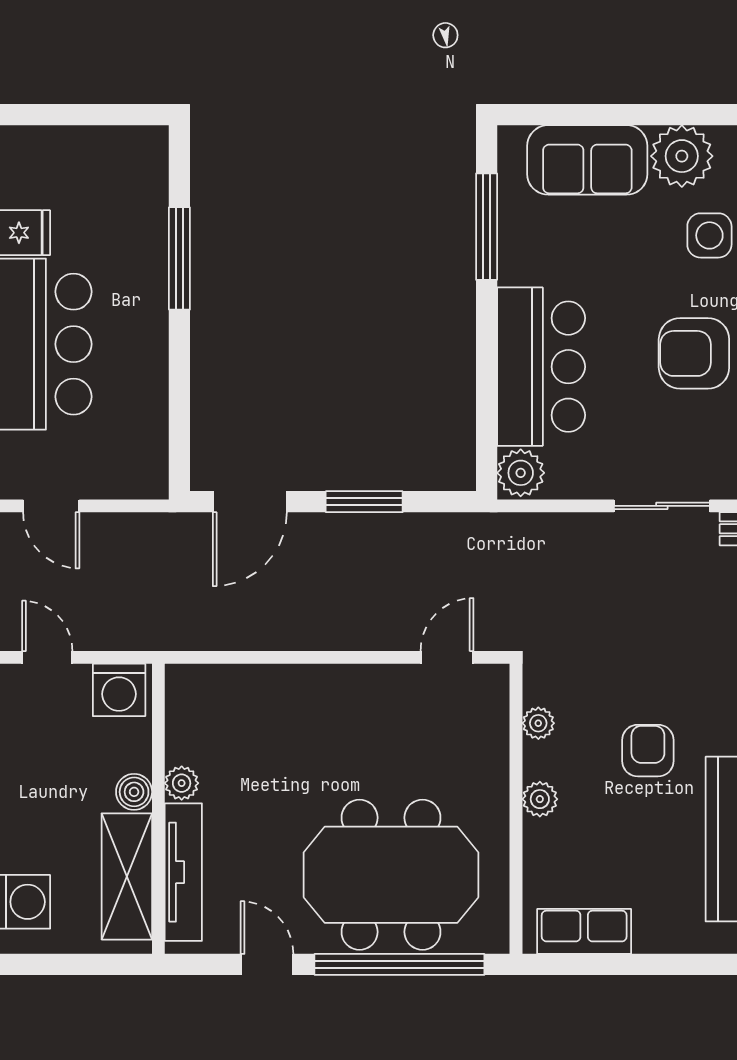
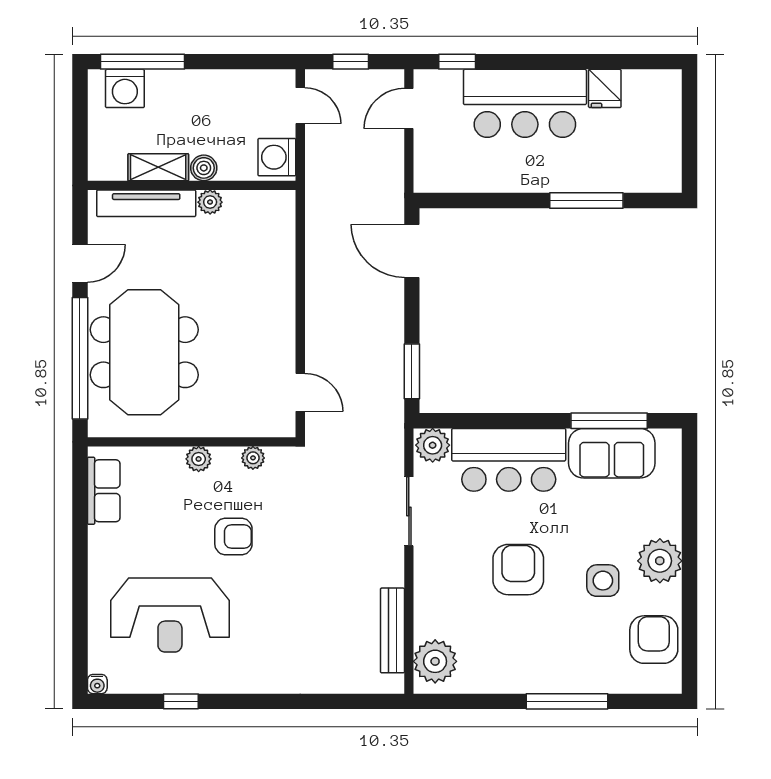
sofa: (587, 160) -> (612, 453), moved, turned -90
window: (364, 502) -> (412, 371), moved
sliding door: (662, 506) -> (409, 511), moved
door: (47, 657) -> (300, 106), hinge flipped
shelving: (127, 876) -> (158, 167), width x0.67, depth x0.75

